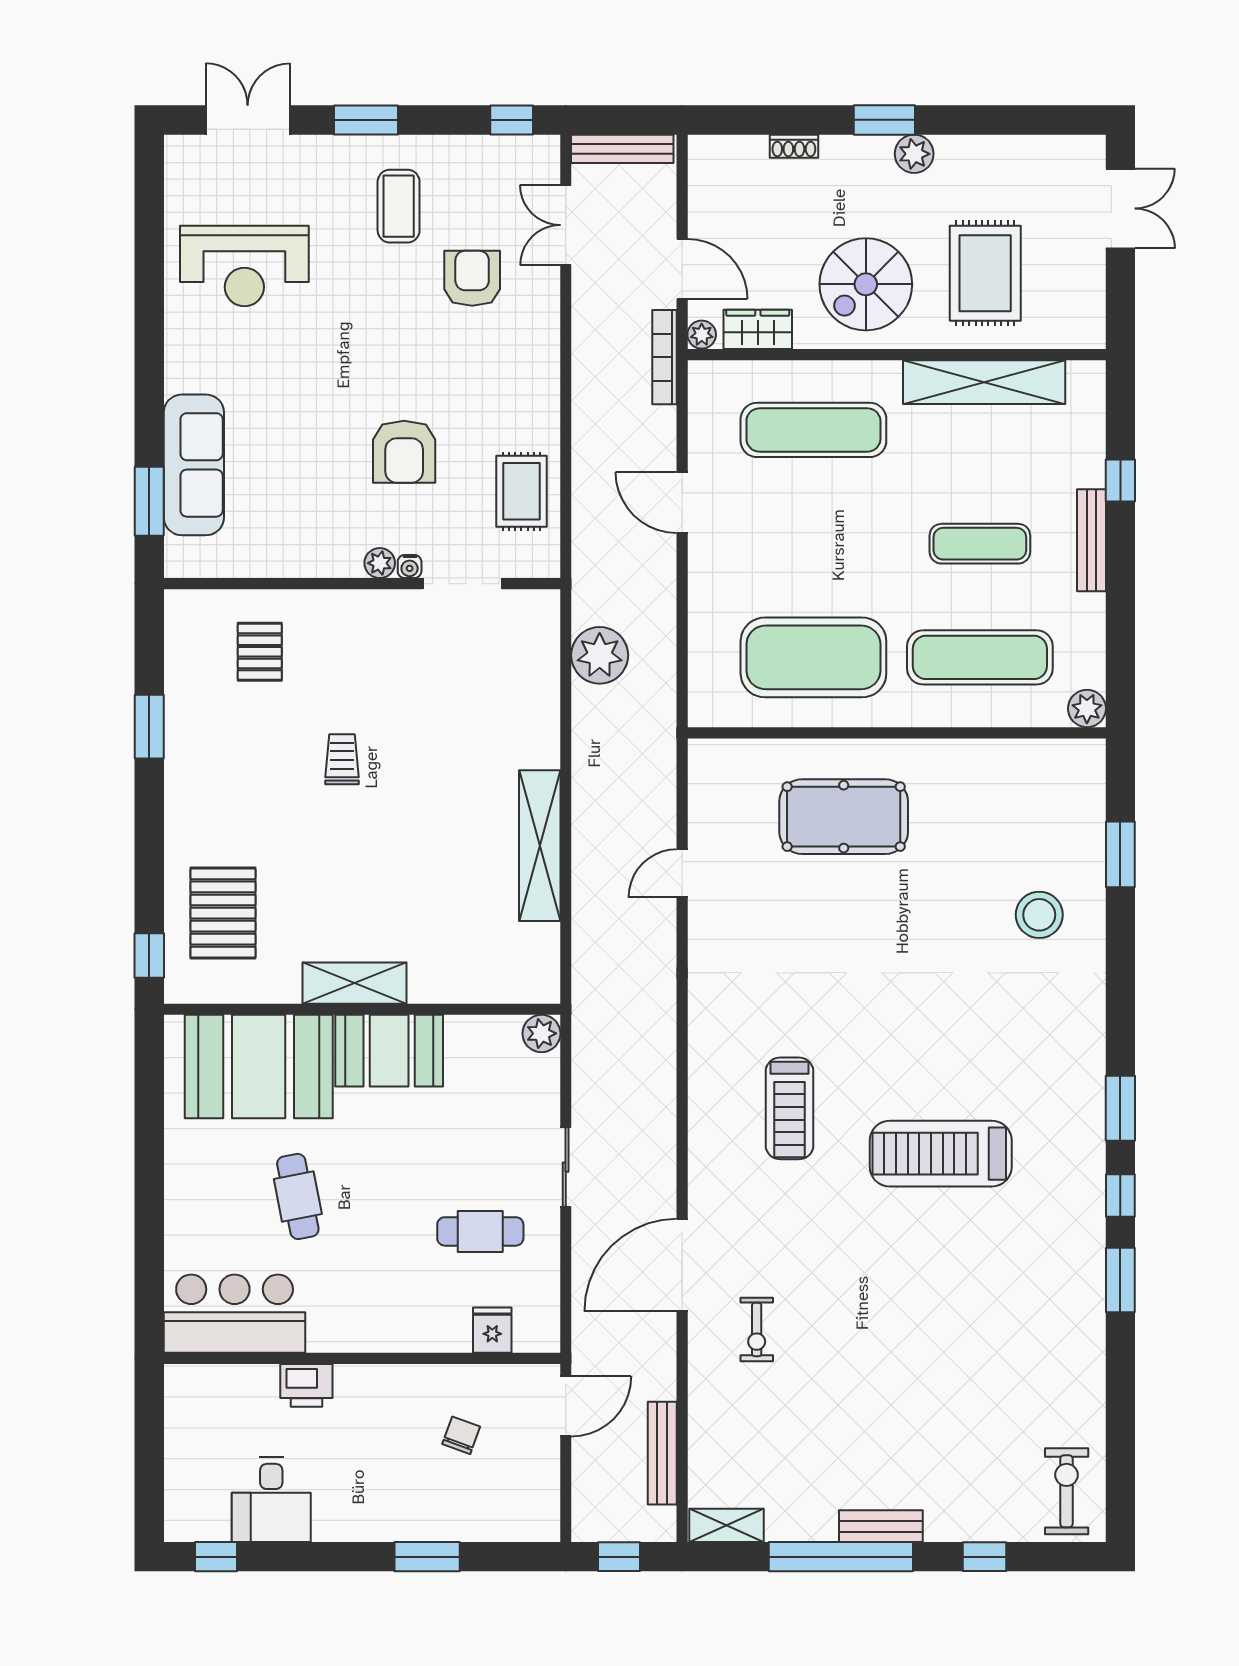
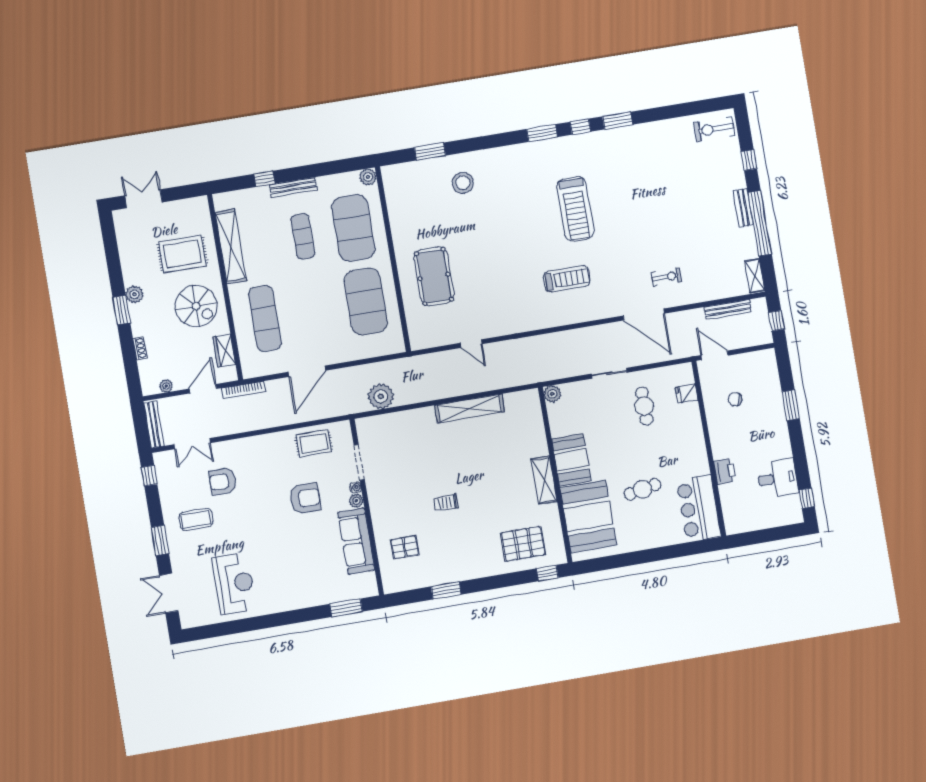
plant: (702, 335) -> (166, 386), moved
sofa: (194, 465) -> (356, 541), moved, turned -90
door: (682, 503) -> (307, 371), width x1.36
exercise mat: (980, 657) -> (353, 228), width x1.47

